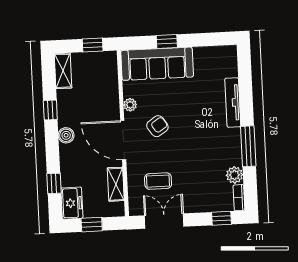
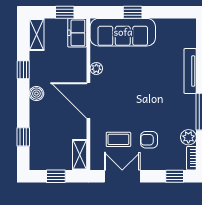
armchair: (157, 126) -> (149, 140), moved, turned -146
shelving: (116, 184) -> (80, 155), moved
freezer: (72, 203) -> (77, 33), moved, turned 180

